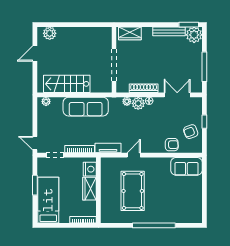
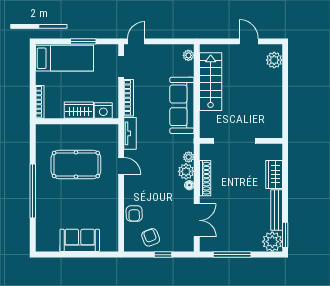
wardrobe: (130, 33) -> (274, 174), moved
sofa: (186, 166) -> (80, 240), moved, turned 90

